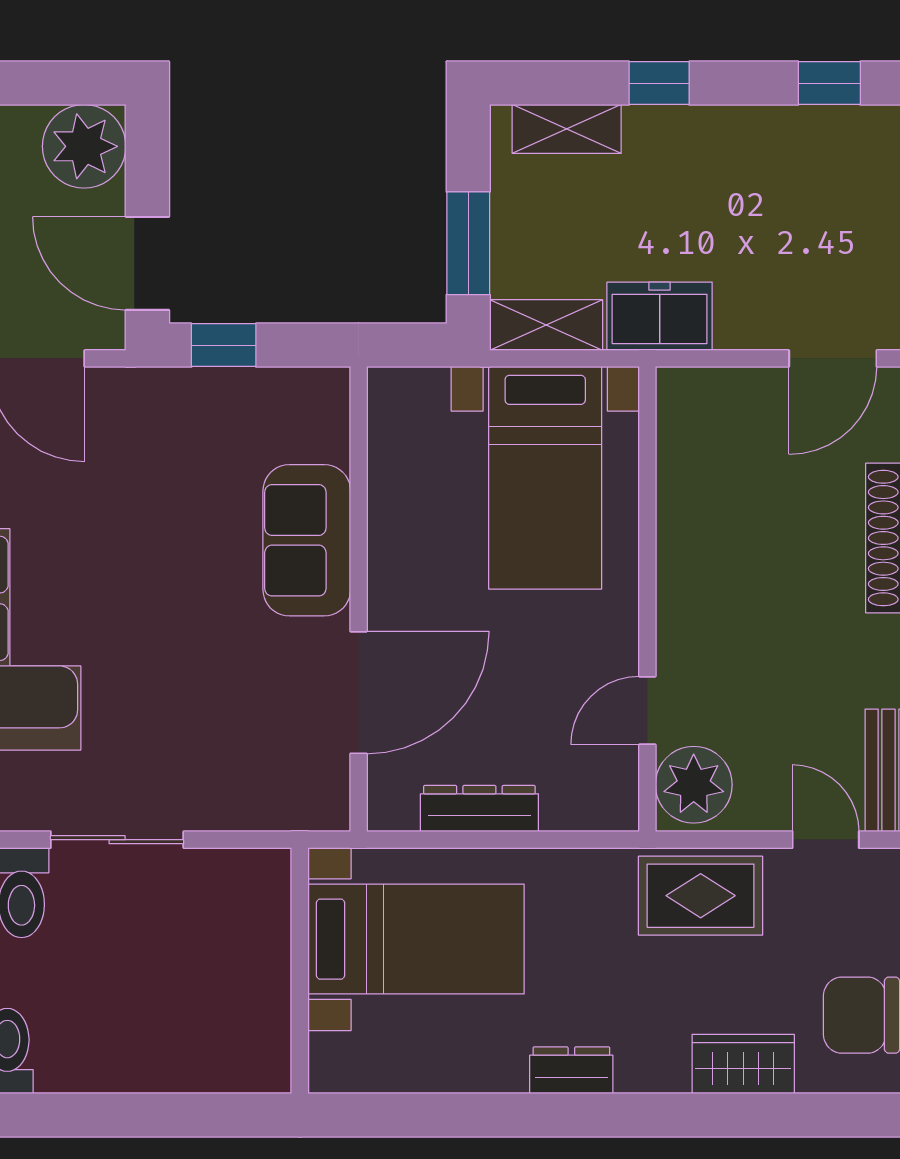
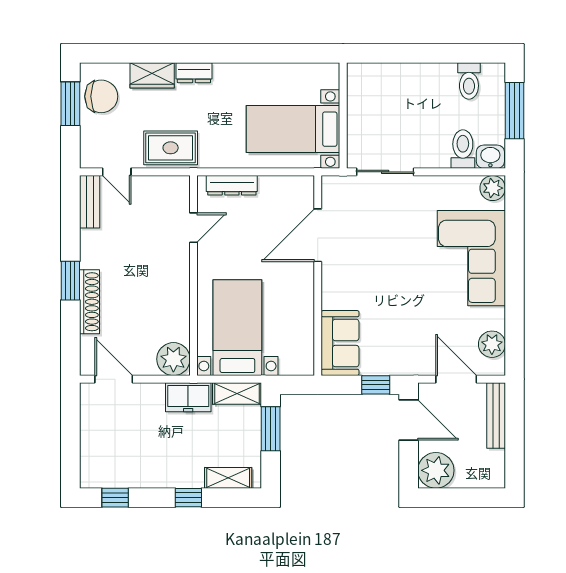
door: (833, 358) -> (114, 379), hinge flipped
sofa: (307, 540) -> (340, 343), moved
plant: (694, 785) -> (173, 359), moved
dresser: (479, 809) -> (232, 185), moved
sliding door: (117, 840) -> (385, 172), moved
dresser: (571, 1070) -> (194, 73), moved

